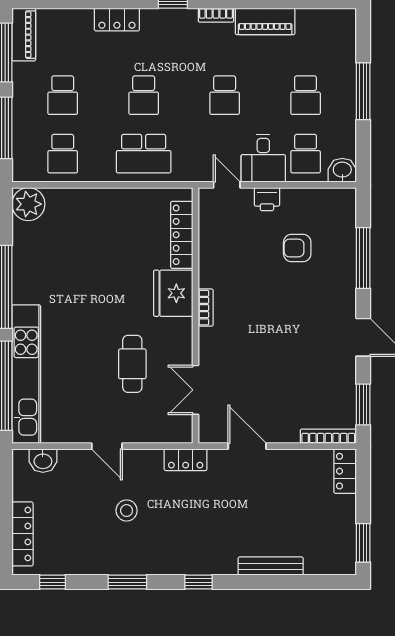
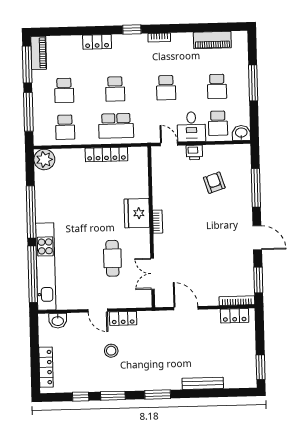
piano: (265, 21) -> (212, 40), moved
locker: (182, 235) -> (106, 154), moved, turned -90
armchair: (297, 248) -> (214, 183), turned 72
locker: (186, 460) -> (123, 318), moved
locker: (345, 471) -> (235, 316), moved, turned -90
window: (53, 582) -> (81, 397), moved
window: (199, 582) -> (158, 395), width x1.50

